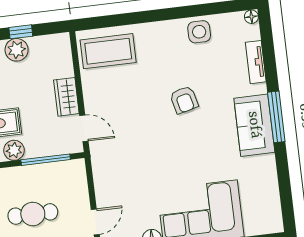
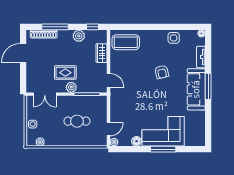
window: (21, 32) -> (93, 27), moved
wardrobe: (66, 97) -> (101, 53), moved
sofa: (254, 125) -> (196, 89), width x1.36

